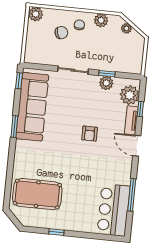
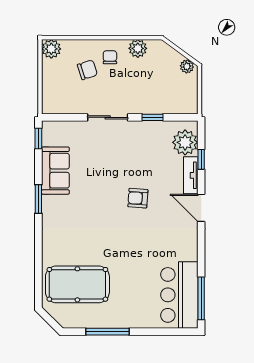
plant: (126, 28) -> (187, 66), moved
plant: (106, 83) -> (153, 130), removed
sofa: (32, 107) -> (55, 171), width x0.54, depth x0.79
armchair: (90, 134) -> (138, 198), turned 94
window: (132, 195) -> (201, 298), moved
window: (56, 232) -> (108, 332), width x2.17

